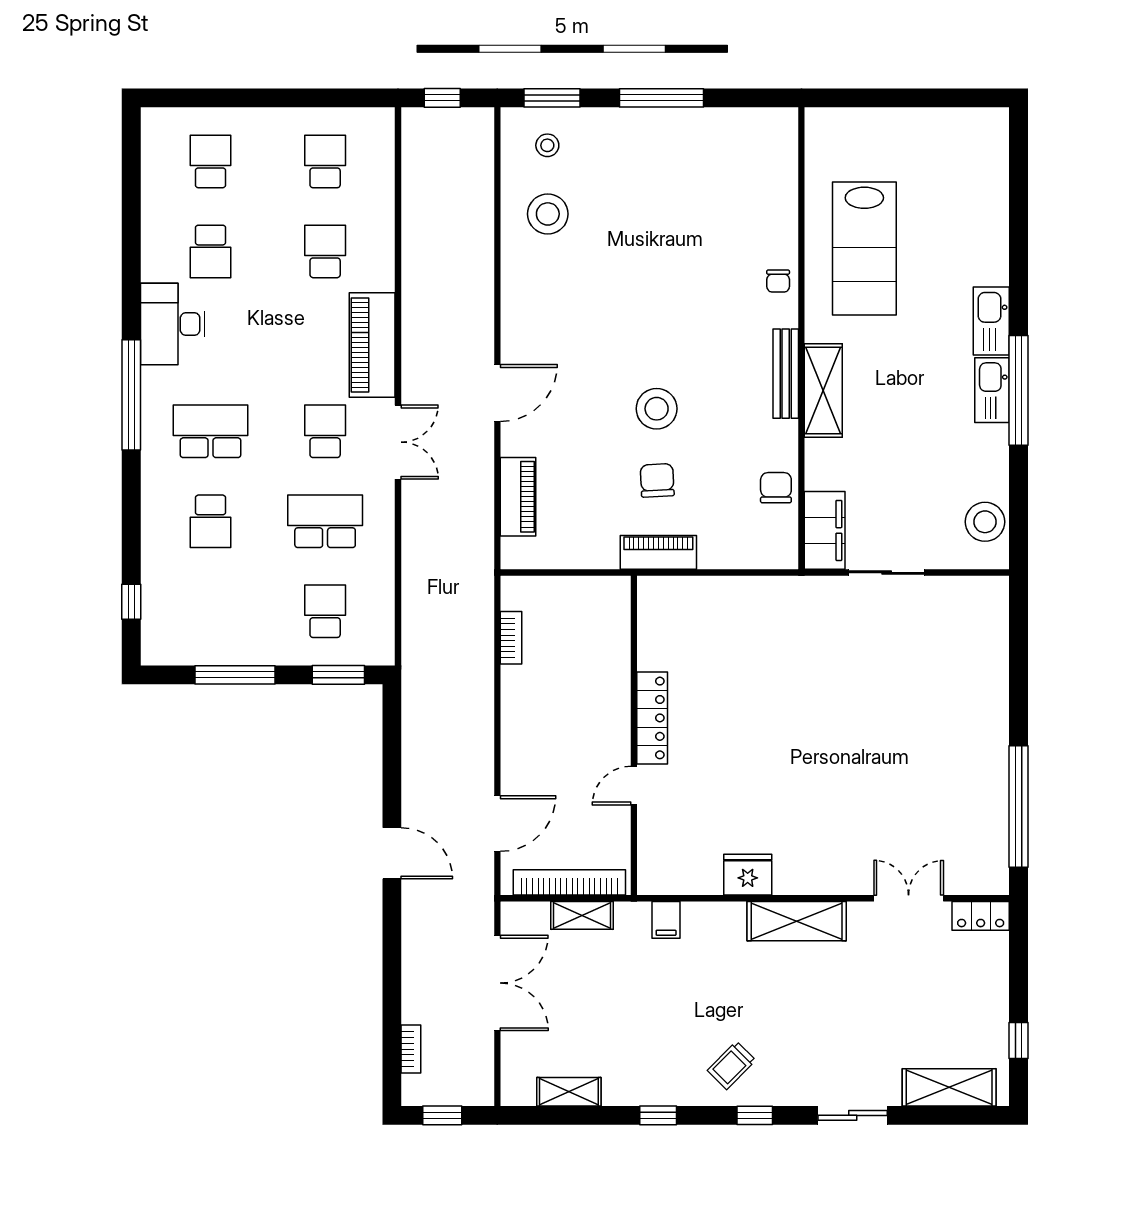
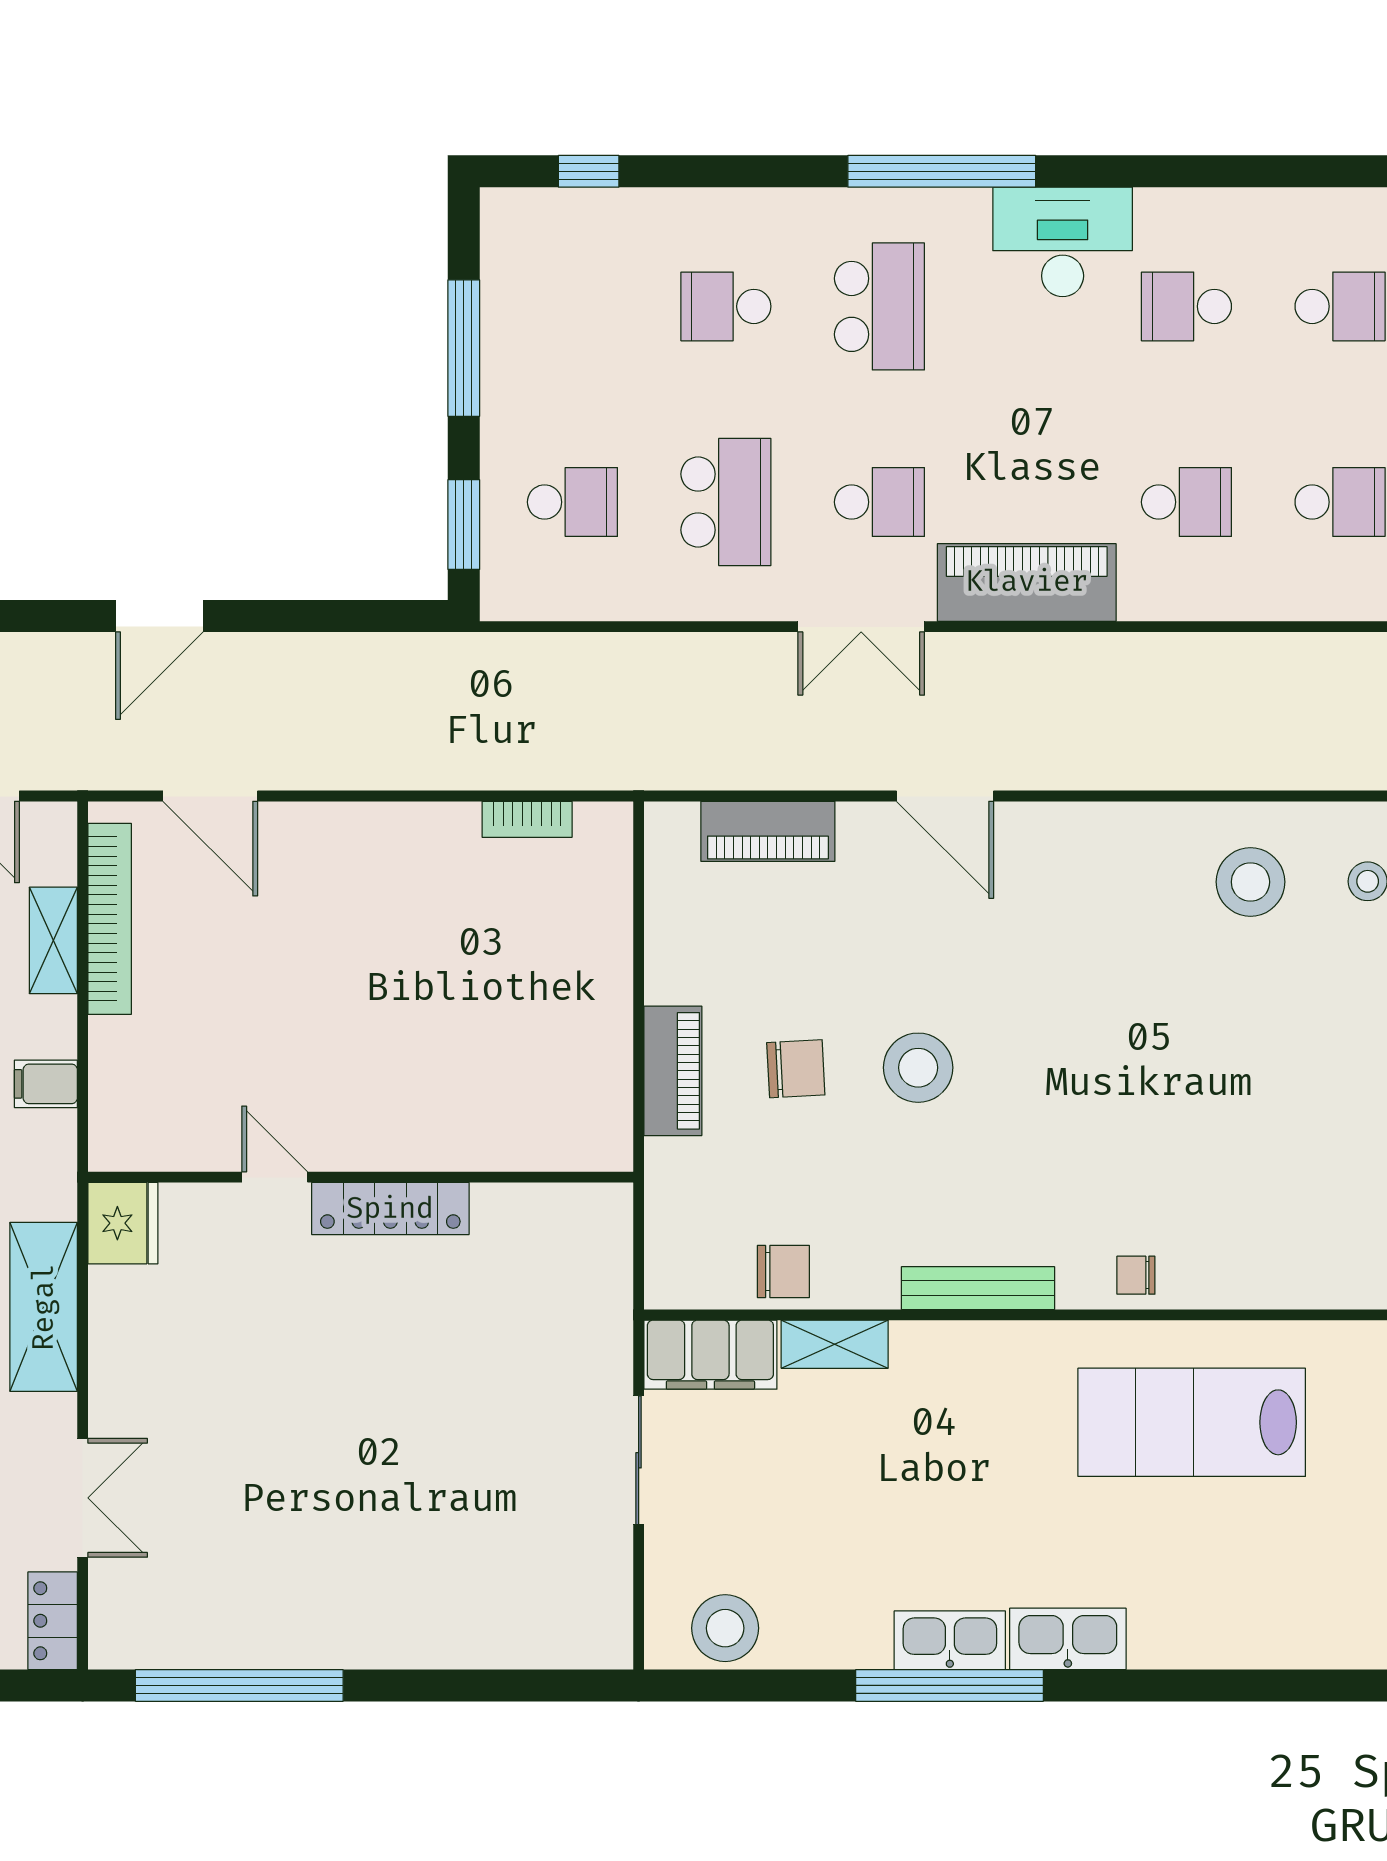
shelving: (823, 391) -> (835, 1344), moved, width x0.67, depth x0.75
locker: (652, 718) -> (390, 1209), moved
wall: (634, 735) -> (361, 1177), moved
door: (634, 786) -> (275, 1177), moved

